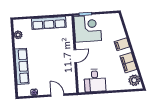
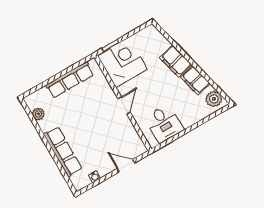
filing cabinet: (122, 44) -> (176, 61), width x2.00

